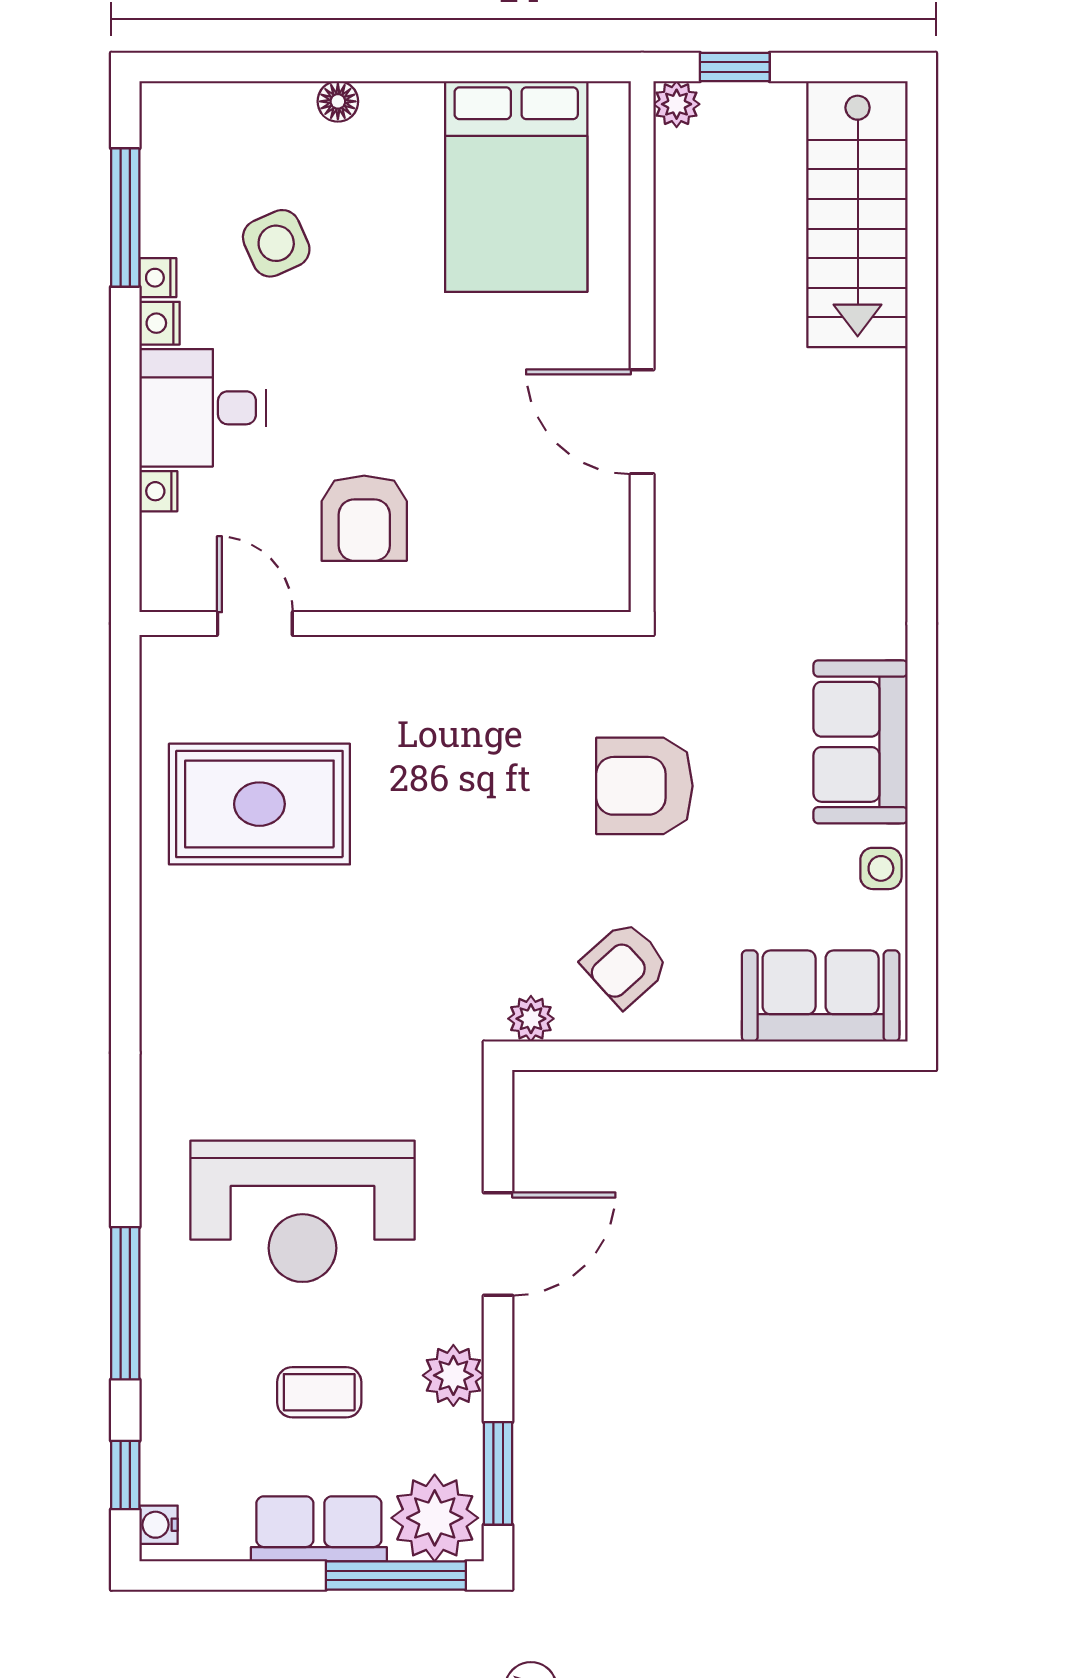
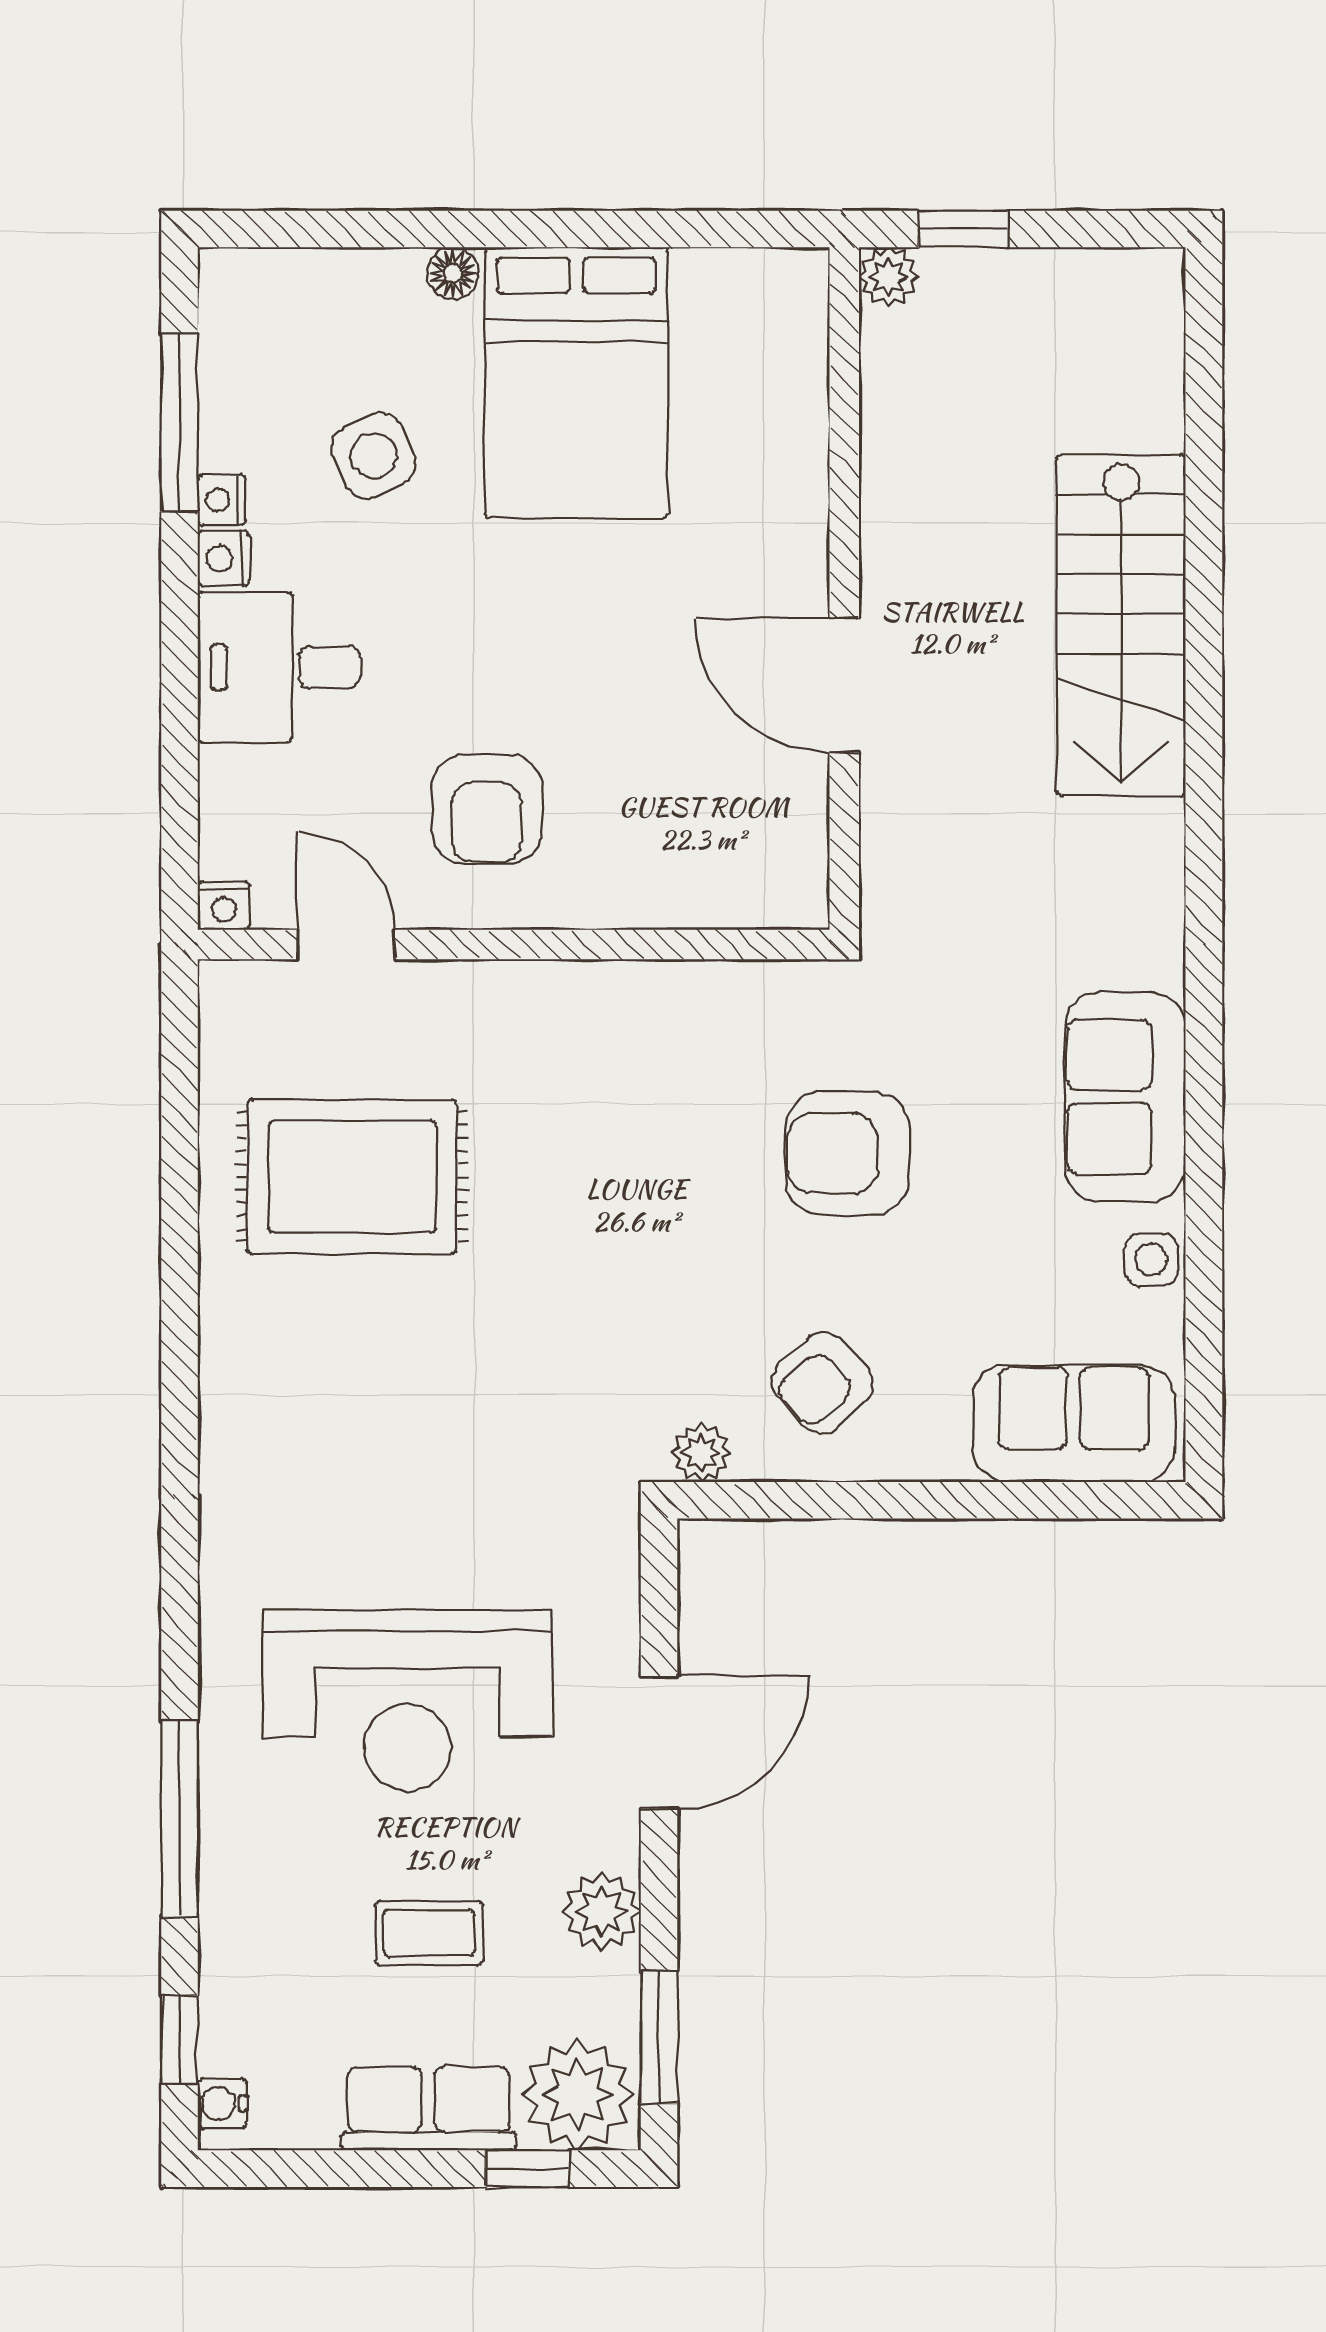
bed: (516, 187) -> (576, 383), moved
stairs: (858, 214) -> (1121, 625), moved
nightstand: (158, 491) -> (224, 906), moved, turned -90
window: (396, 1575) -> (528, 2169), width x0.46

